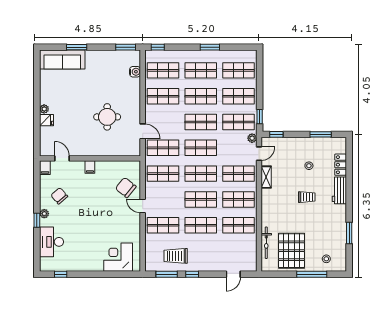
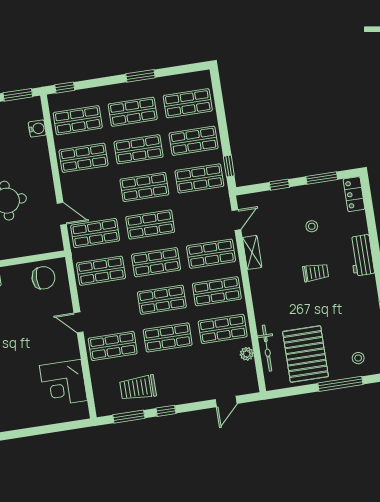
window: (276, 134) -> (279, 185), moved
plant: (252, 138) -> (247, 354), moved
locker: (341, 165) -> (354, 194), moved
chair: (126, 188) -> (43, 278), moved, turned 141
corner desk: (118, 257) -> (63, 383), moved, turned -90

